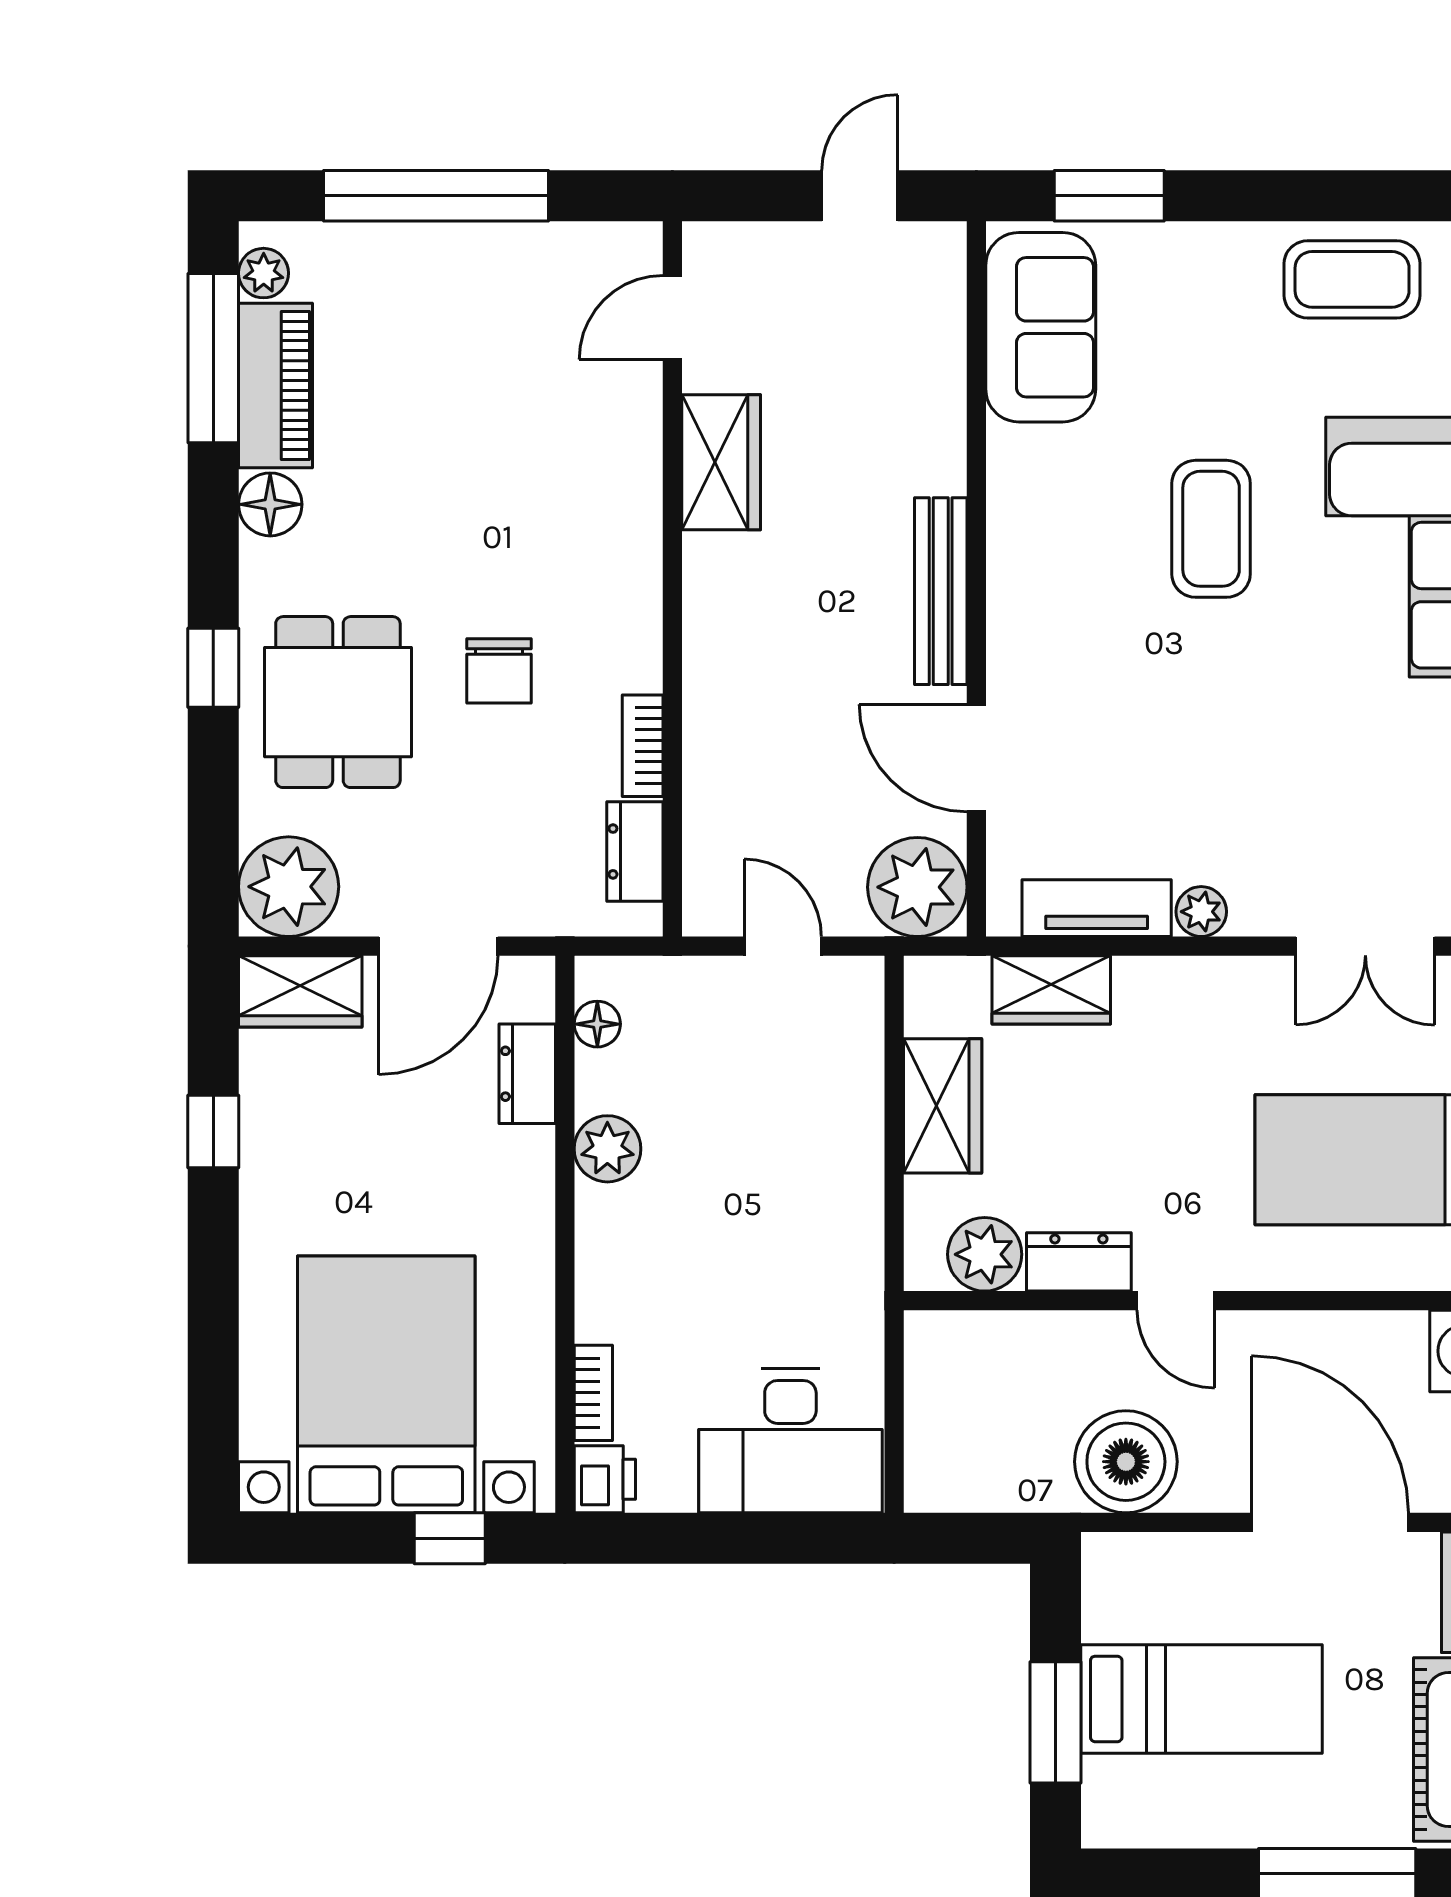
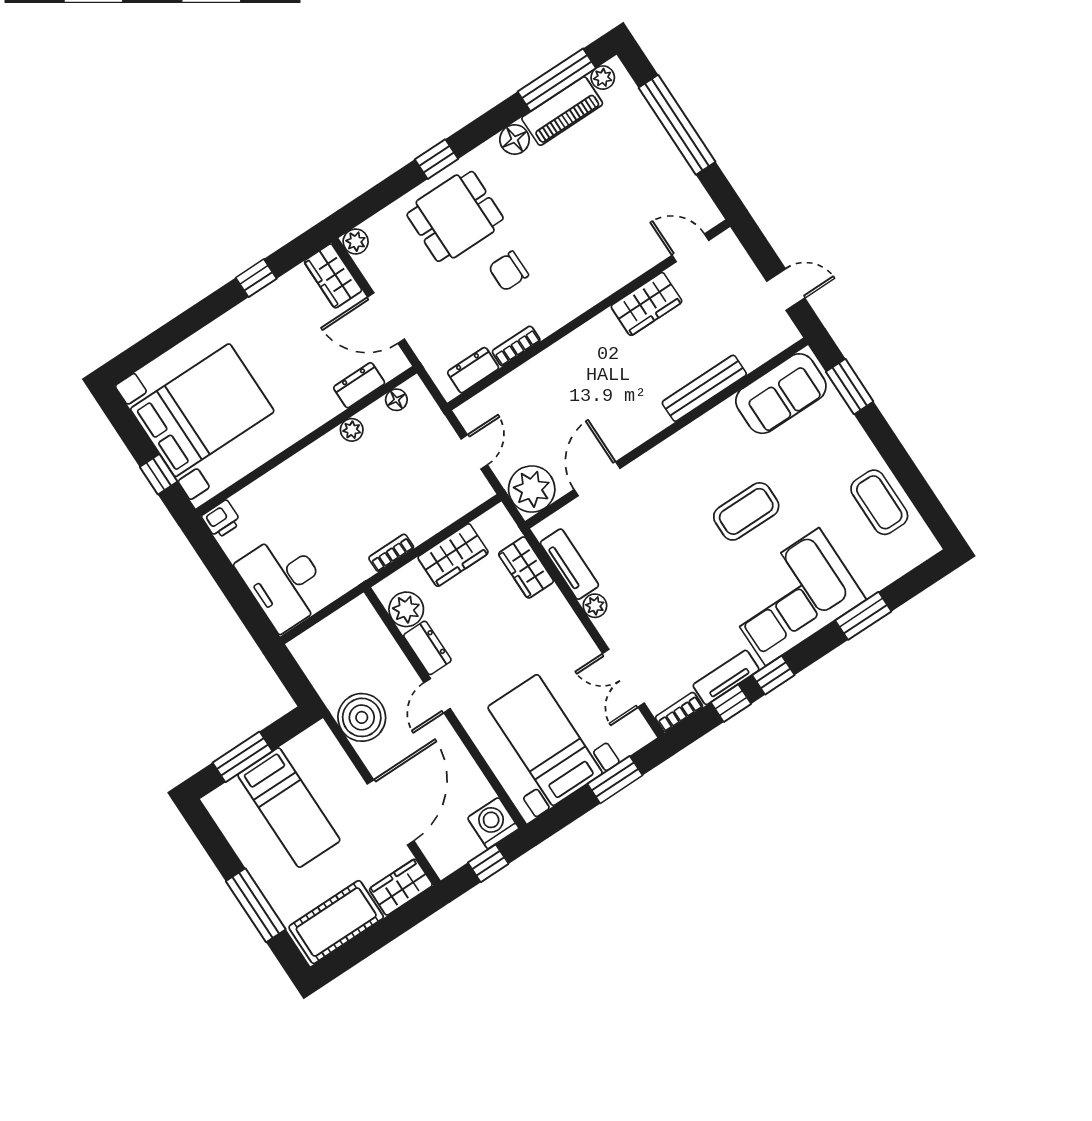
bench: (941, 591) -> (704, 388), moved
plant: (289, 887) -> (356, 241), width x0.53, depth x0.53
plant: (607, 1149) -> (352, 430), width x0.73, depth x0.73
bookcase: (593, 1393) -> (391, 553), moved, turned 180

